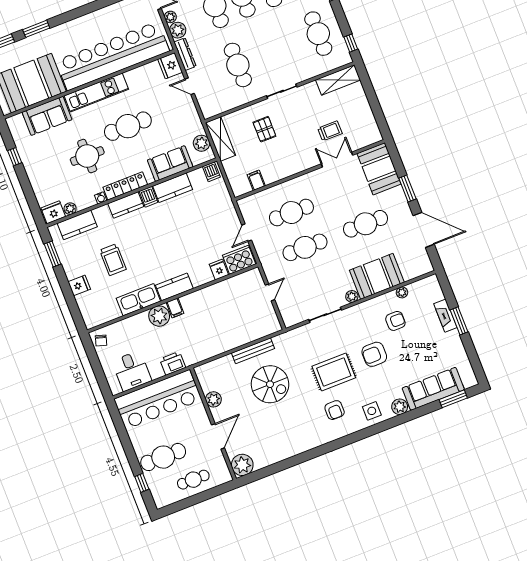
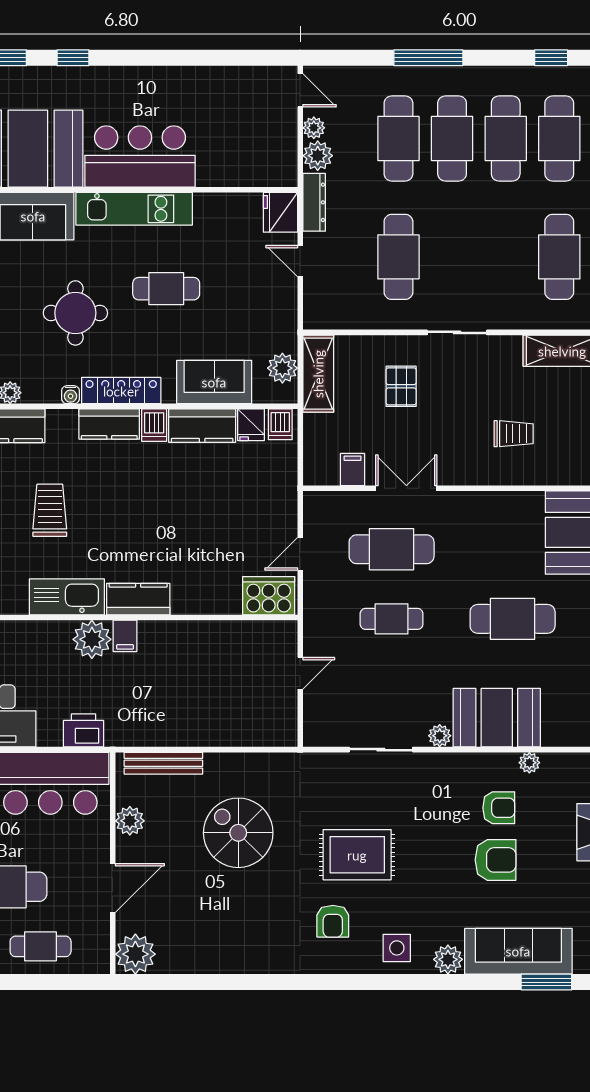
window: (36, 29) -> (73, 58), width x0.67
bar counter: (113, 56) -> (140, 157), width x0.54
cafe table: (128, 126) -> (166, 289), width x0.73, depth x0.74
double door: (337, 160) -> (406, 488), moved
cafe table: (305, 247) -> (392, 619), width x0.73, depth x0.74
trolley: (113, 260) -> (50, 510), turned 180
fridge: (219, 270) -> (251, 425), moved, turned 180
bench: (253, 351) -> (163, 763), moved
armchair: (374, 354) -> (496, 860), moved, turned 180
spiral stairs: (270, 384) -> (238, 833), turned 180

